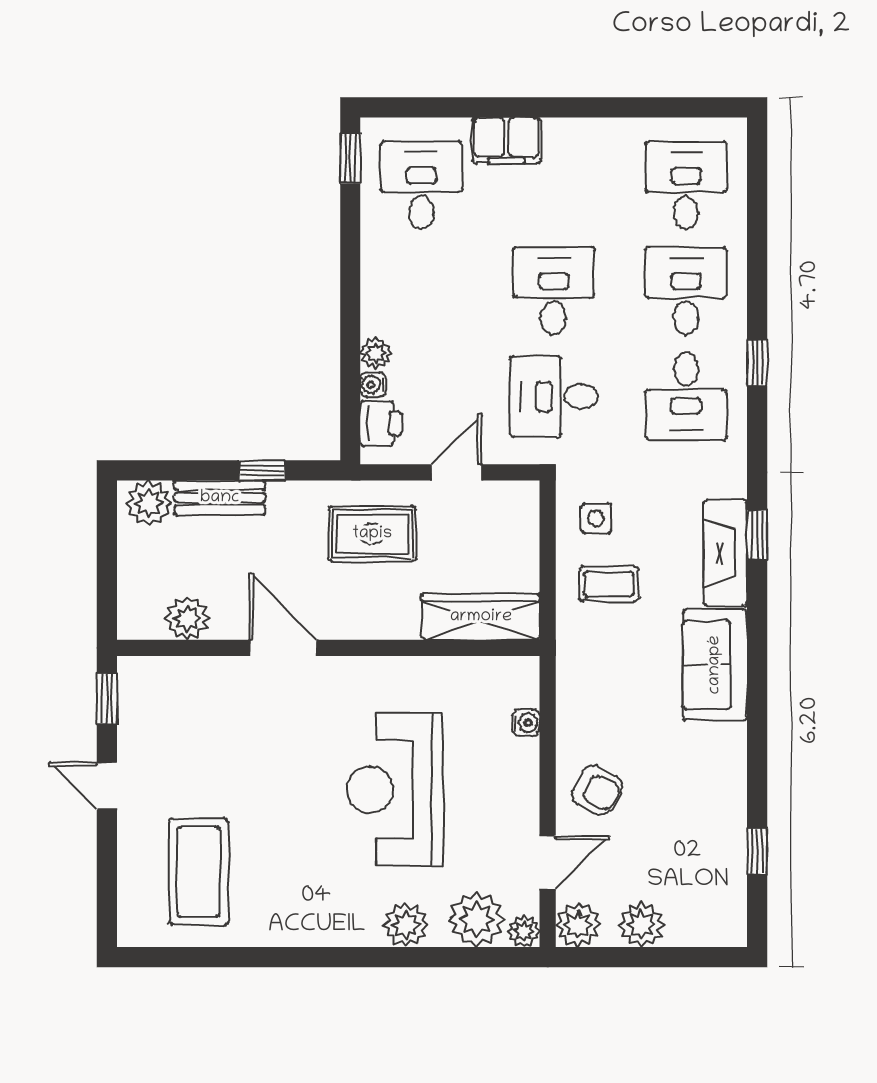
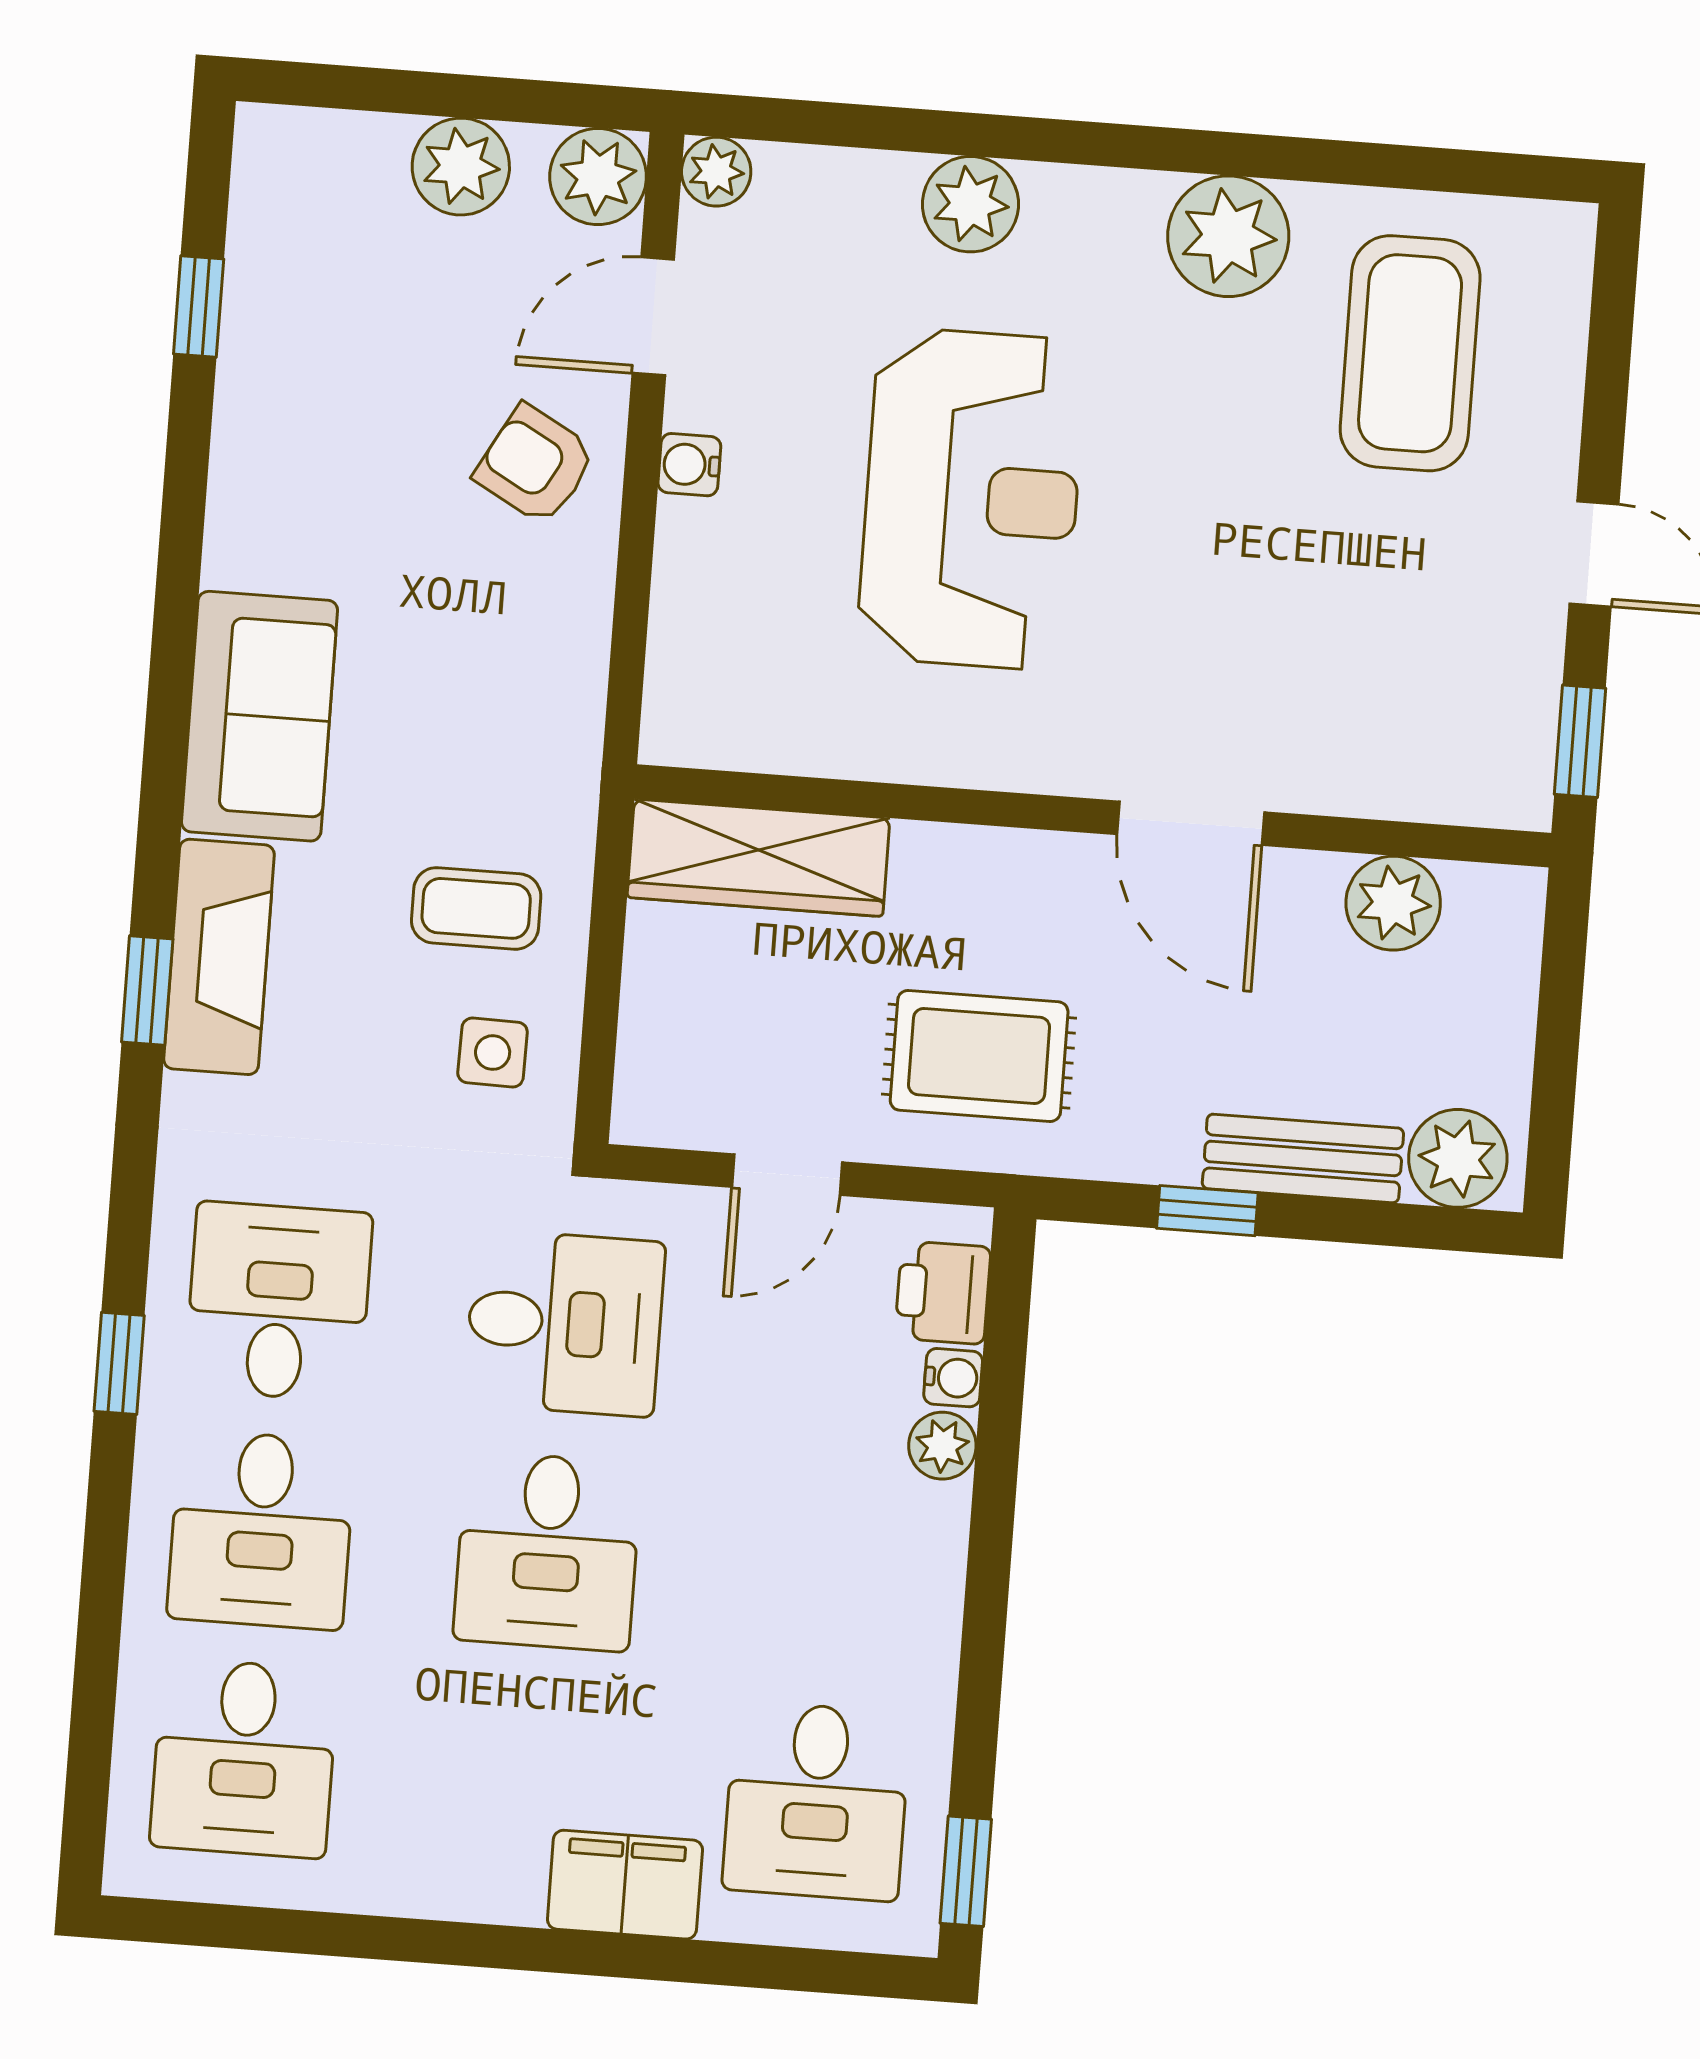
water cooler: (526, 722) -> (689, 465), moved
plant: (477, 919) -> (1228, 236), moved

